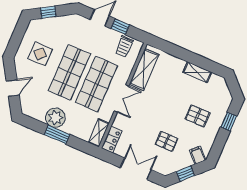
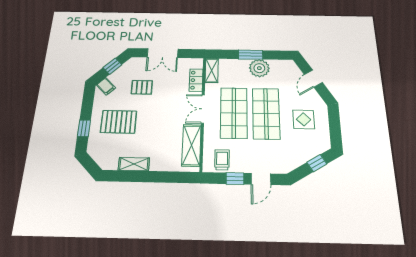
pallet: (198, 116) -> (119, 122), width x1.50, depth x1.42
locker: (112, 140) -> (196, 80), moved

